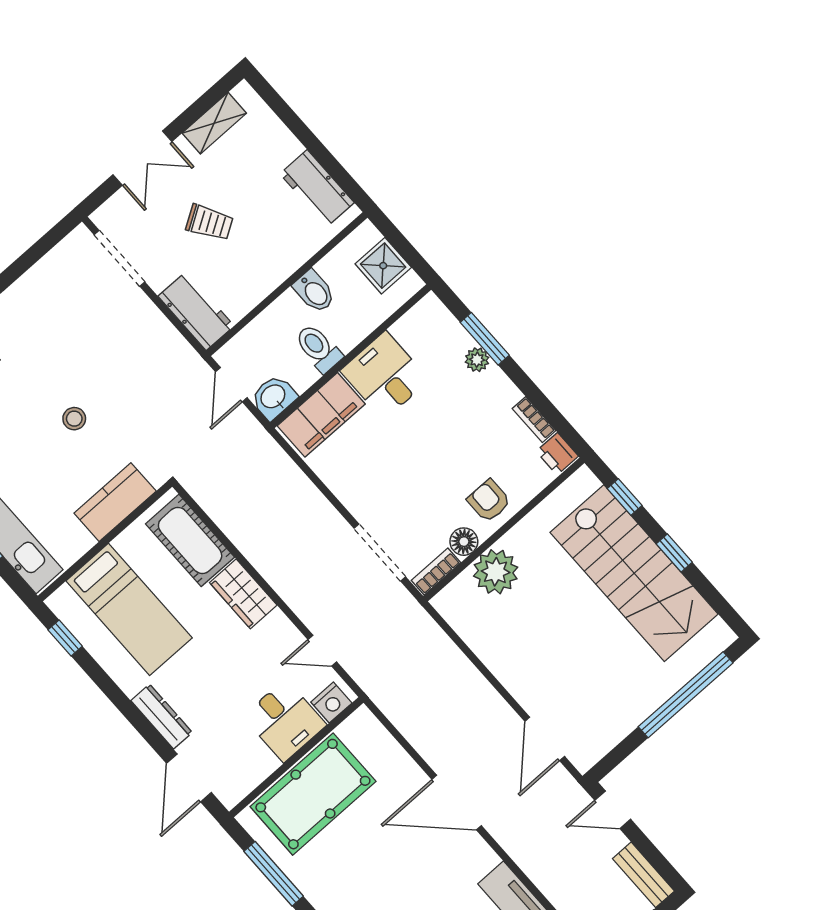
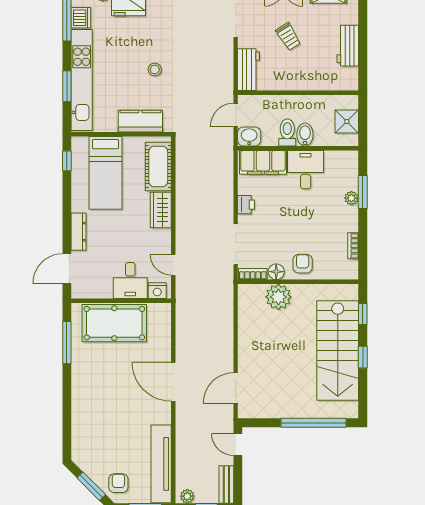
workbench: (317, 188) -> (348, 46), moved
bidet: (314, 292) -> (305, 135), moved, turned 180
printer: (557, 454) -> (246, 205), moved, turned 180

